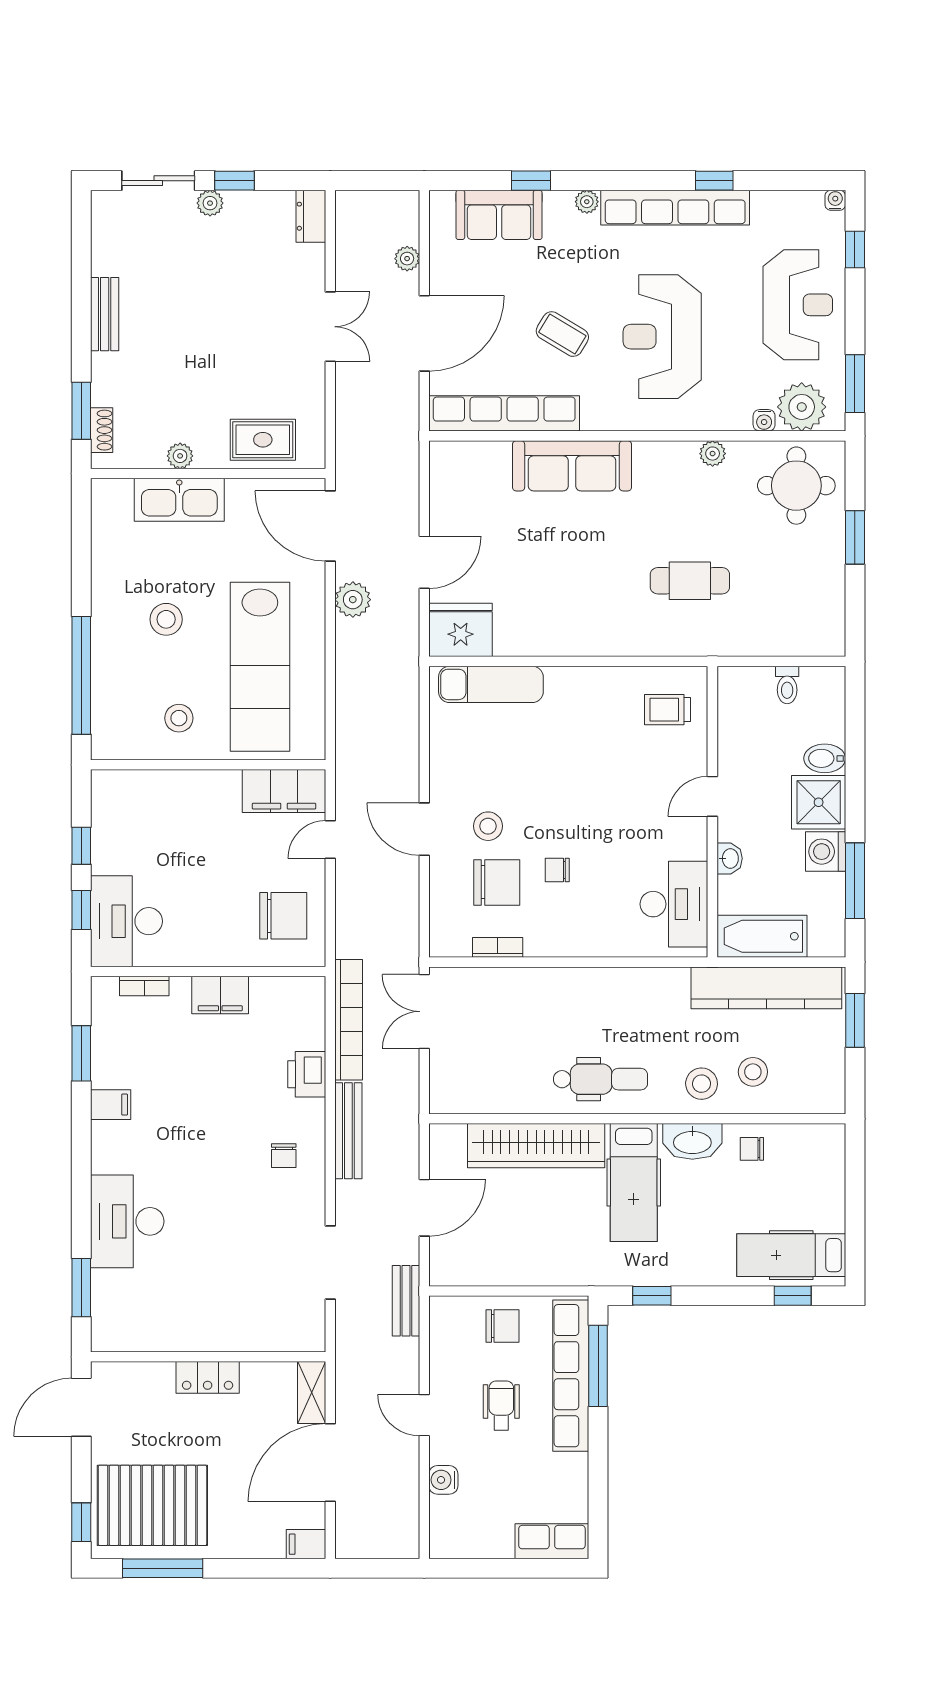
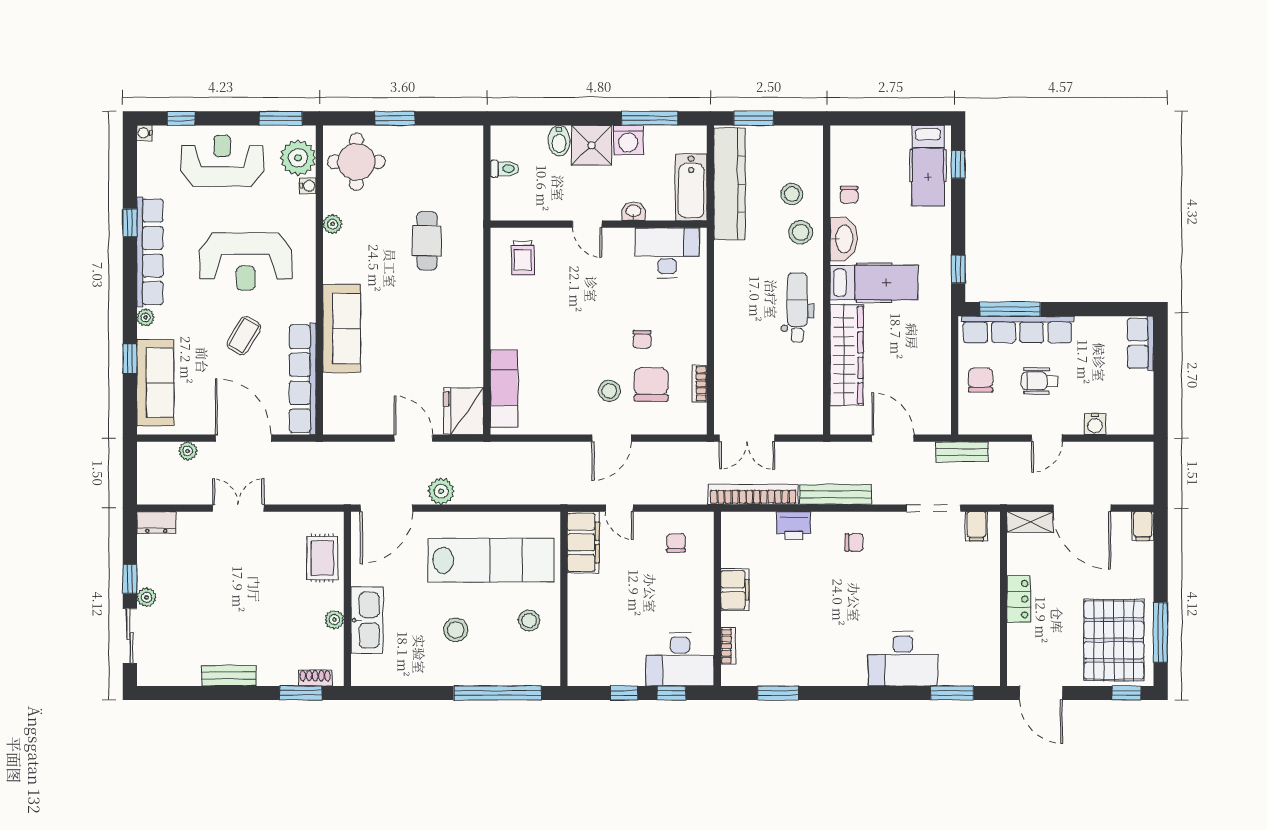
sofa: (499, 215) -> (155, 383), width x1.36
chair: (283, 916) -> (676, 543), width x0.54, depth x0.54
filing cabinet: (111, 1105) -> (976, 526), moved, turned 180

